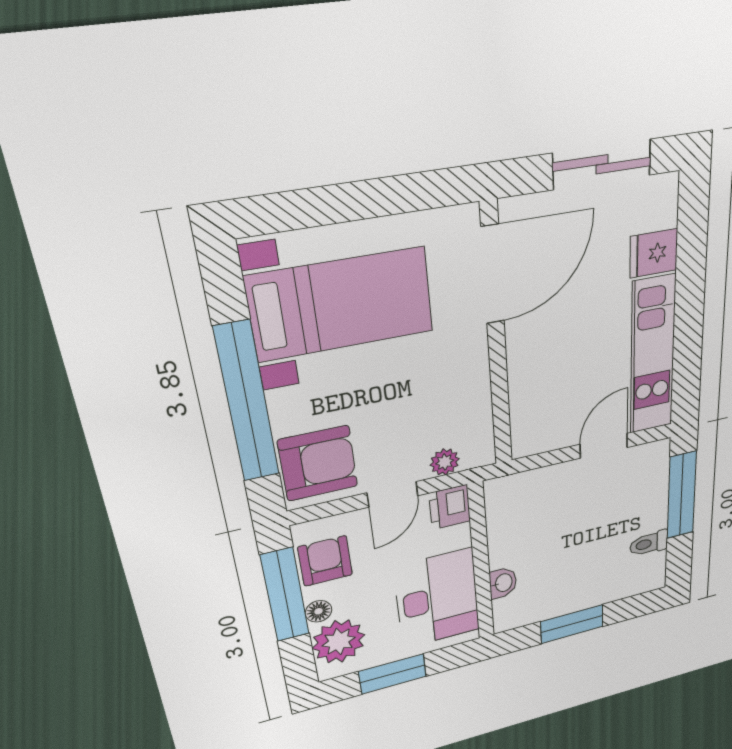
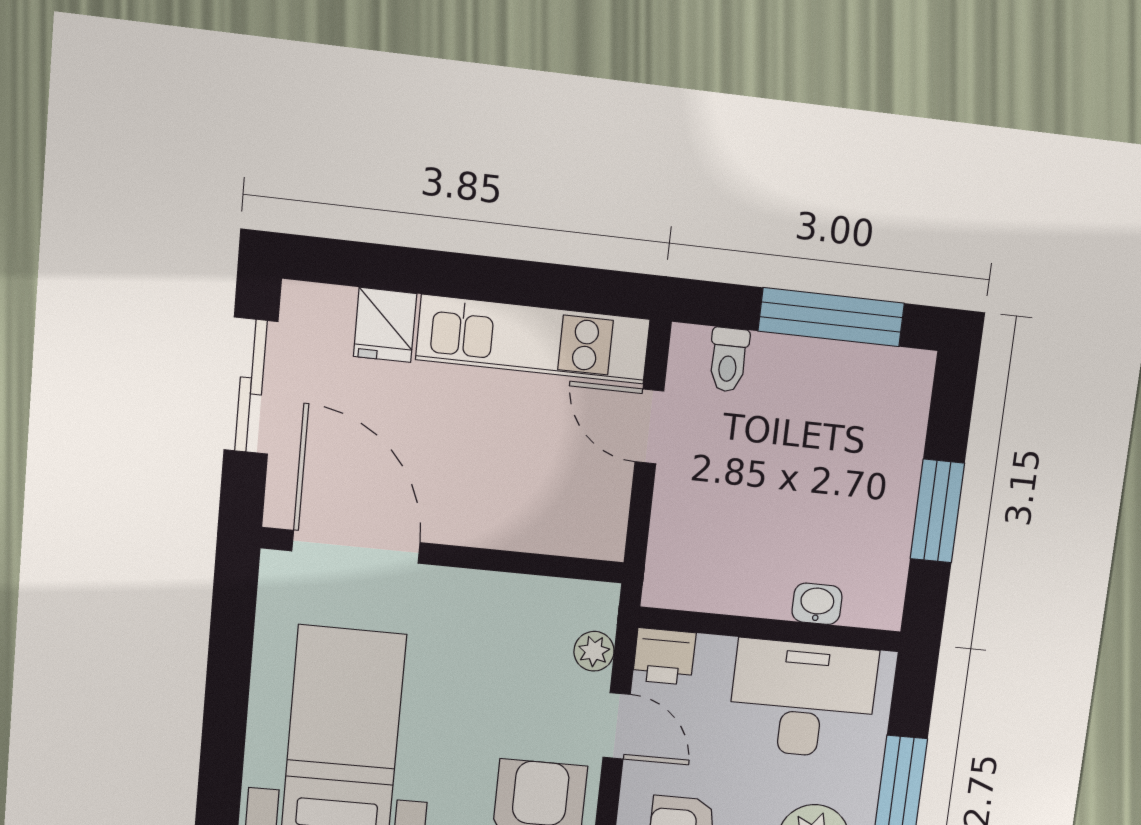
window: (682, 495) -> (831, 317), moved
toilet: (649, 543) -> (728, 360), moved

